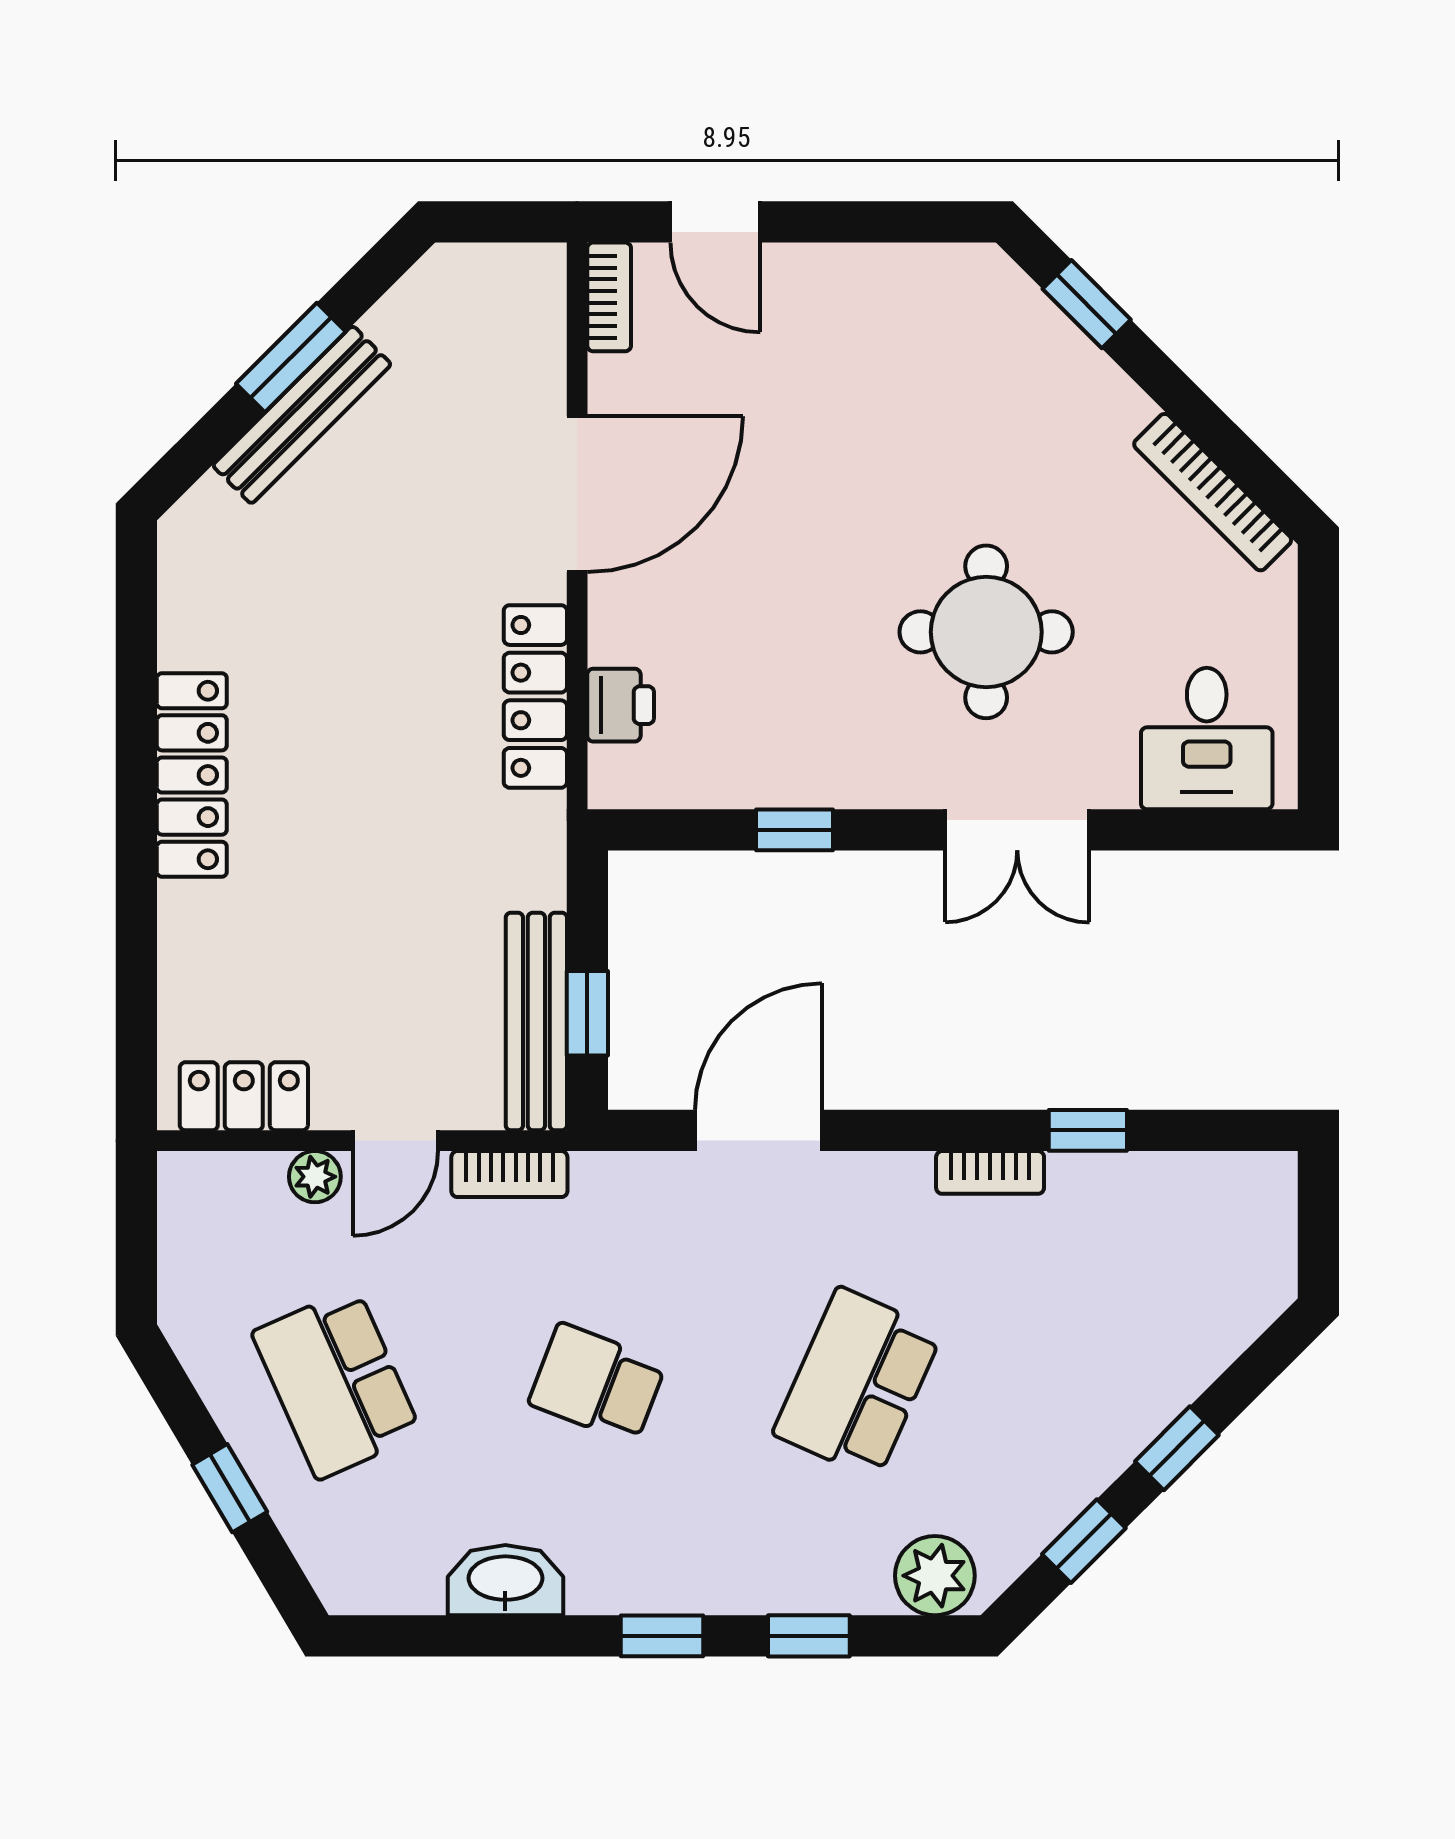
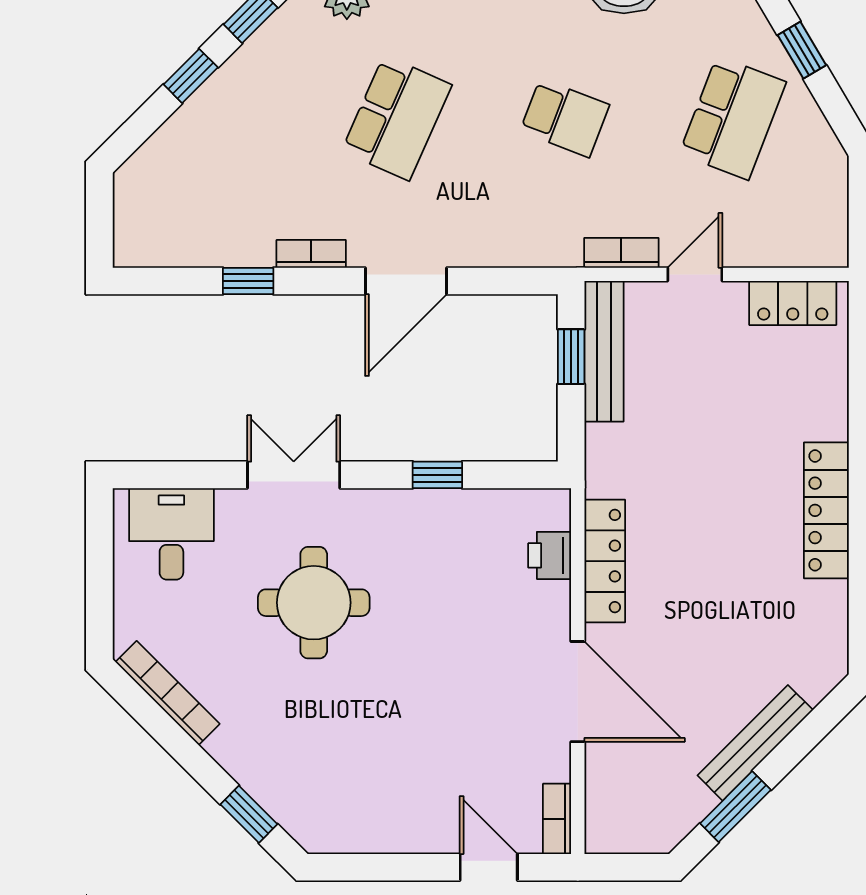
window: (291, 358) -> (735, 807), moved
door: (577, 494) -> (578, 692), swing flipped
door: (758, 1130) -> (406, 281), moved
plant: (315, 1177) -> (747, 251), removed
school desk: (337, 1383) -> (733, 118), turned 45

